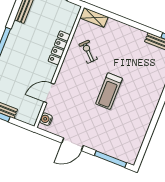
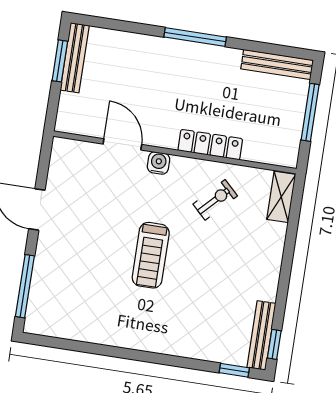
treadmill: (109, 91) -> (151, 255), turned -90
water cooler: (46, 119) -> (159, 163), moved

